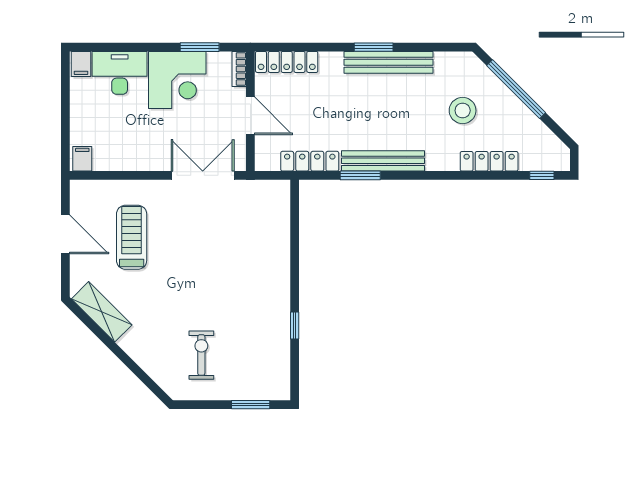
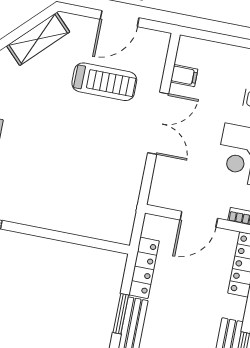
filing cabinet: (82, 159) -> (184, 76), moved
double door: (203, 175) -> (158, 123), moved

